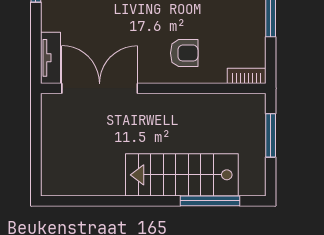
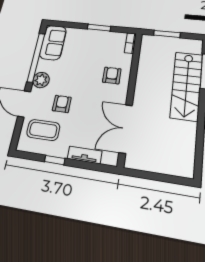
tv unit: (51, 58) -> (85, 155), moved

